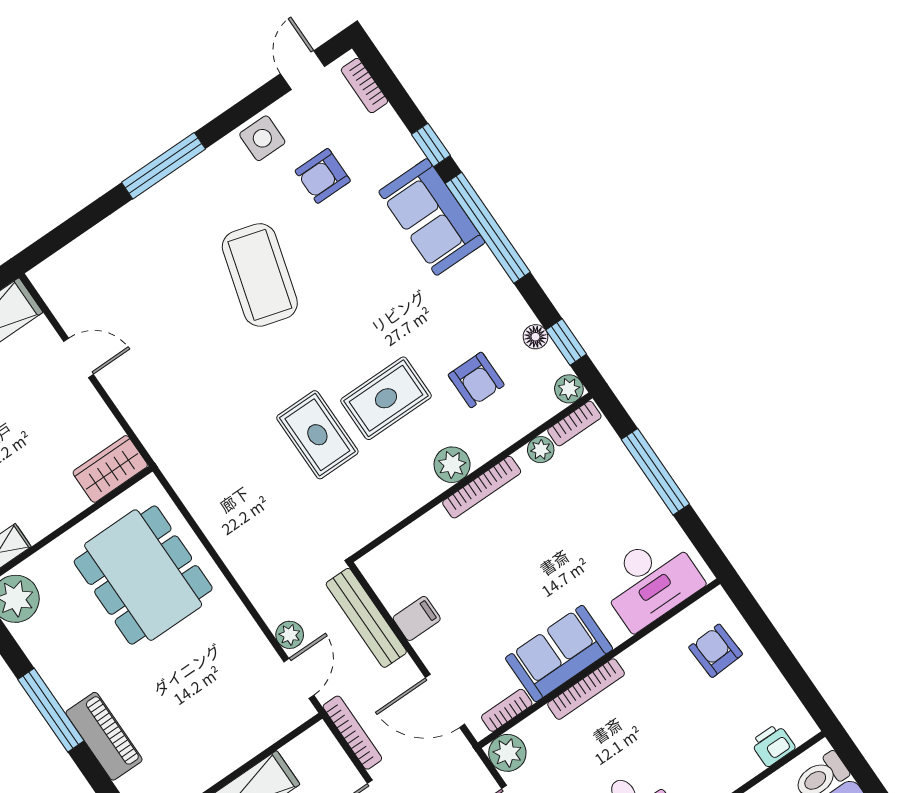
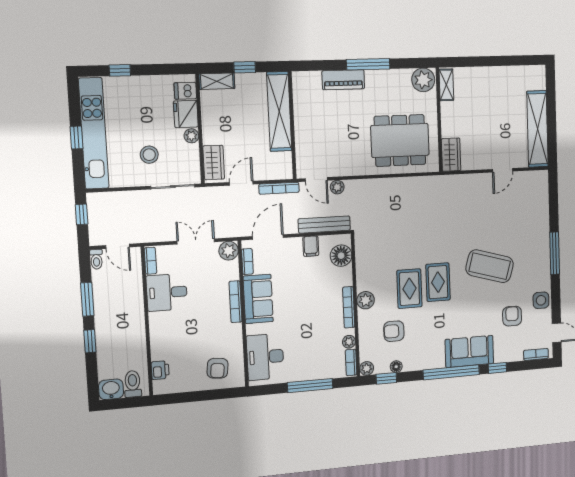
rug: (317, 435) -> (438, 282), moved, turned 90
floor lamp: (401, 556) -> (341, 256), added
armchair: (716, 651) -> (218, 368), turned 99

